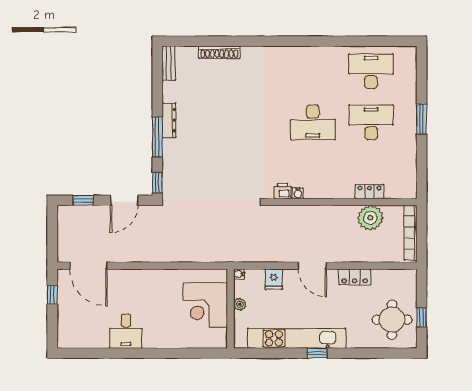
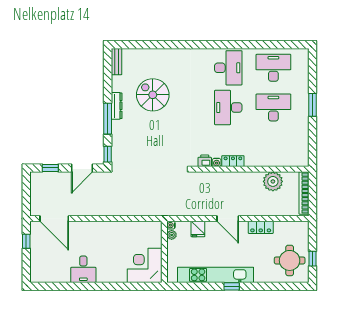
shoe rack: (219, 52) -> (156, 53), removed
desk: (313, 71) -> (228, 68), added
spiral stairs: (215, 106) -> (153, 95), added
desk: (313, 122) -> (228, 107), turned 90
locker: (370, 192) -> (233, 161), moved
plant: (240, 304) -> (172, 235), moved
corner desk: (205, 305) -> (145, 265), moved, turned 90

